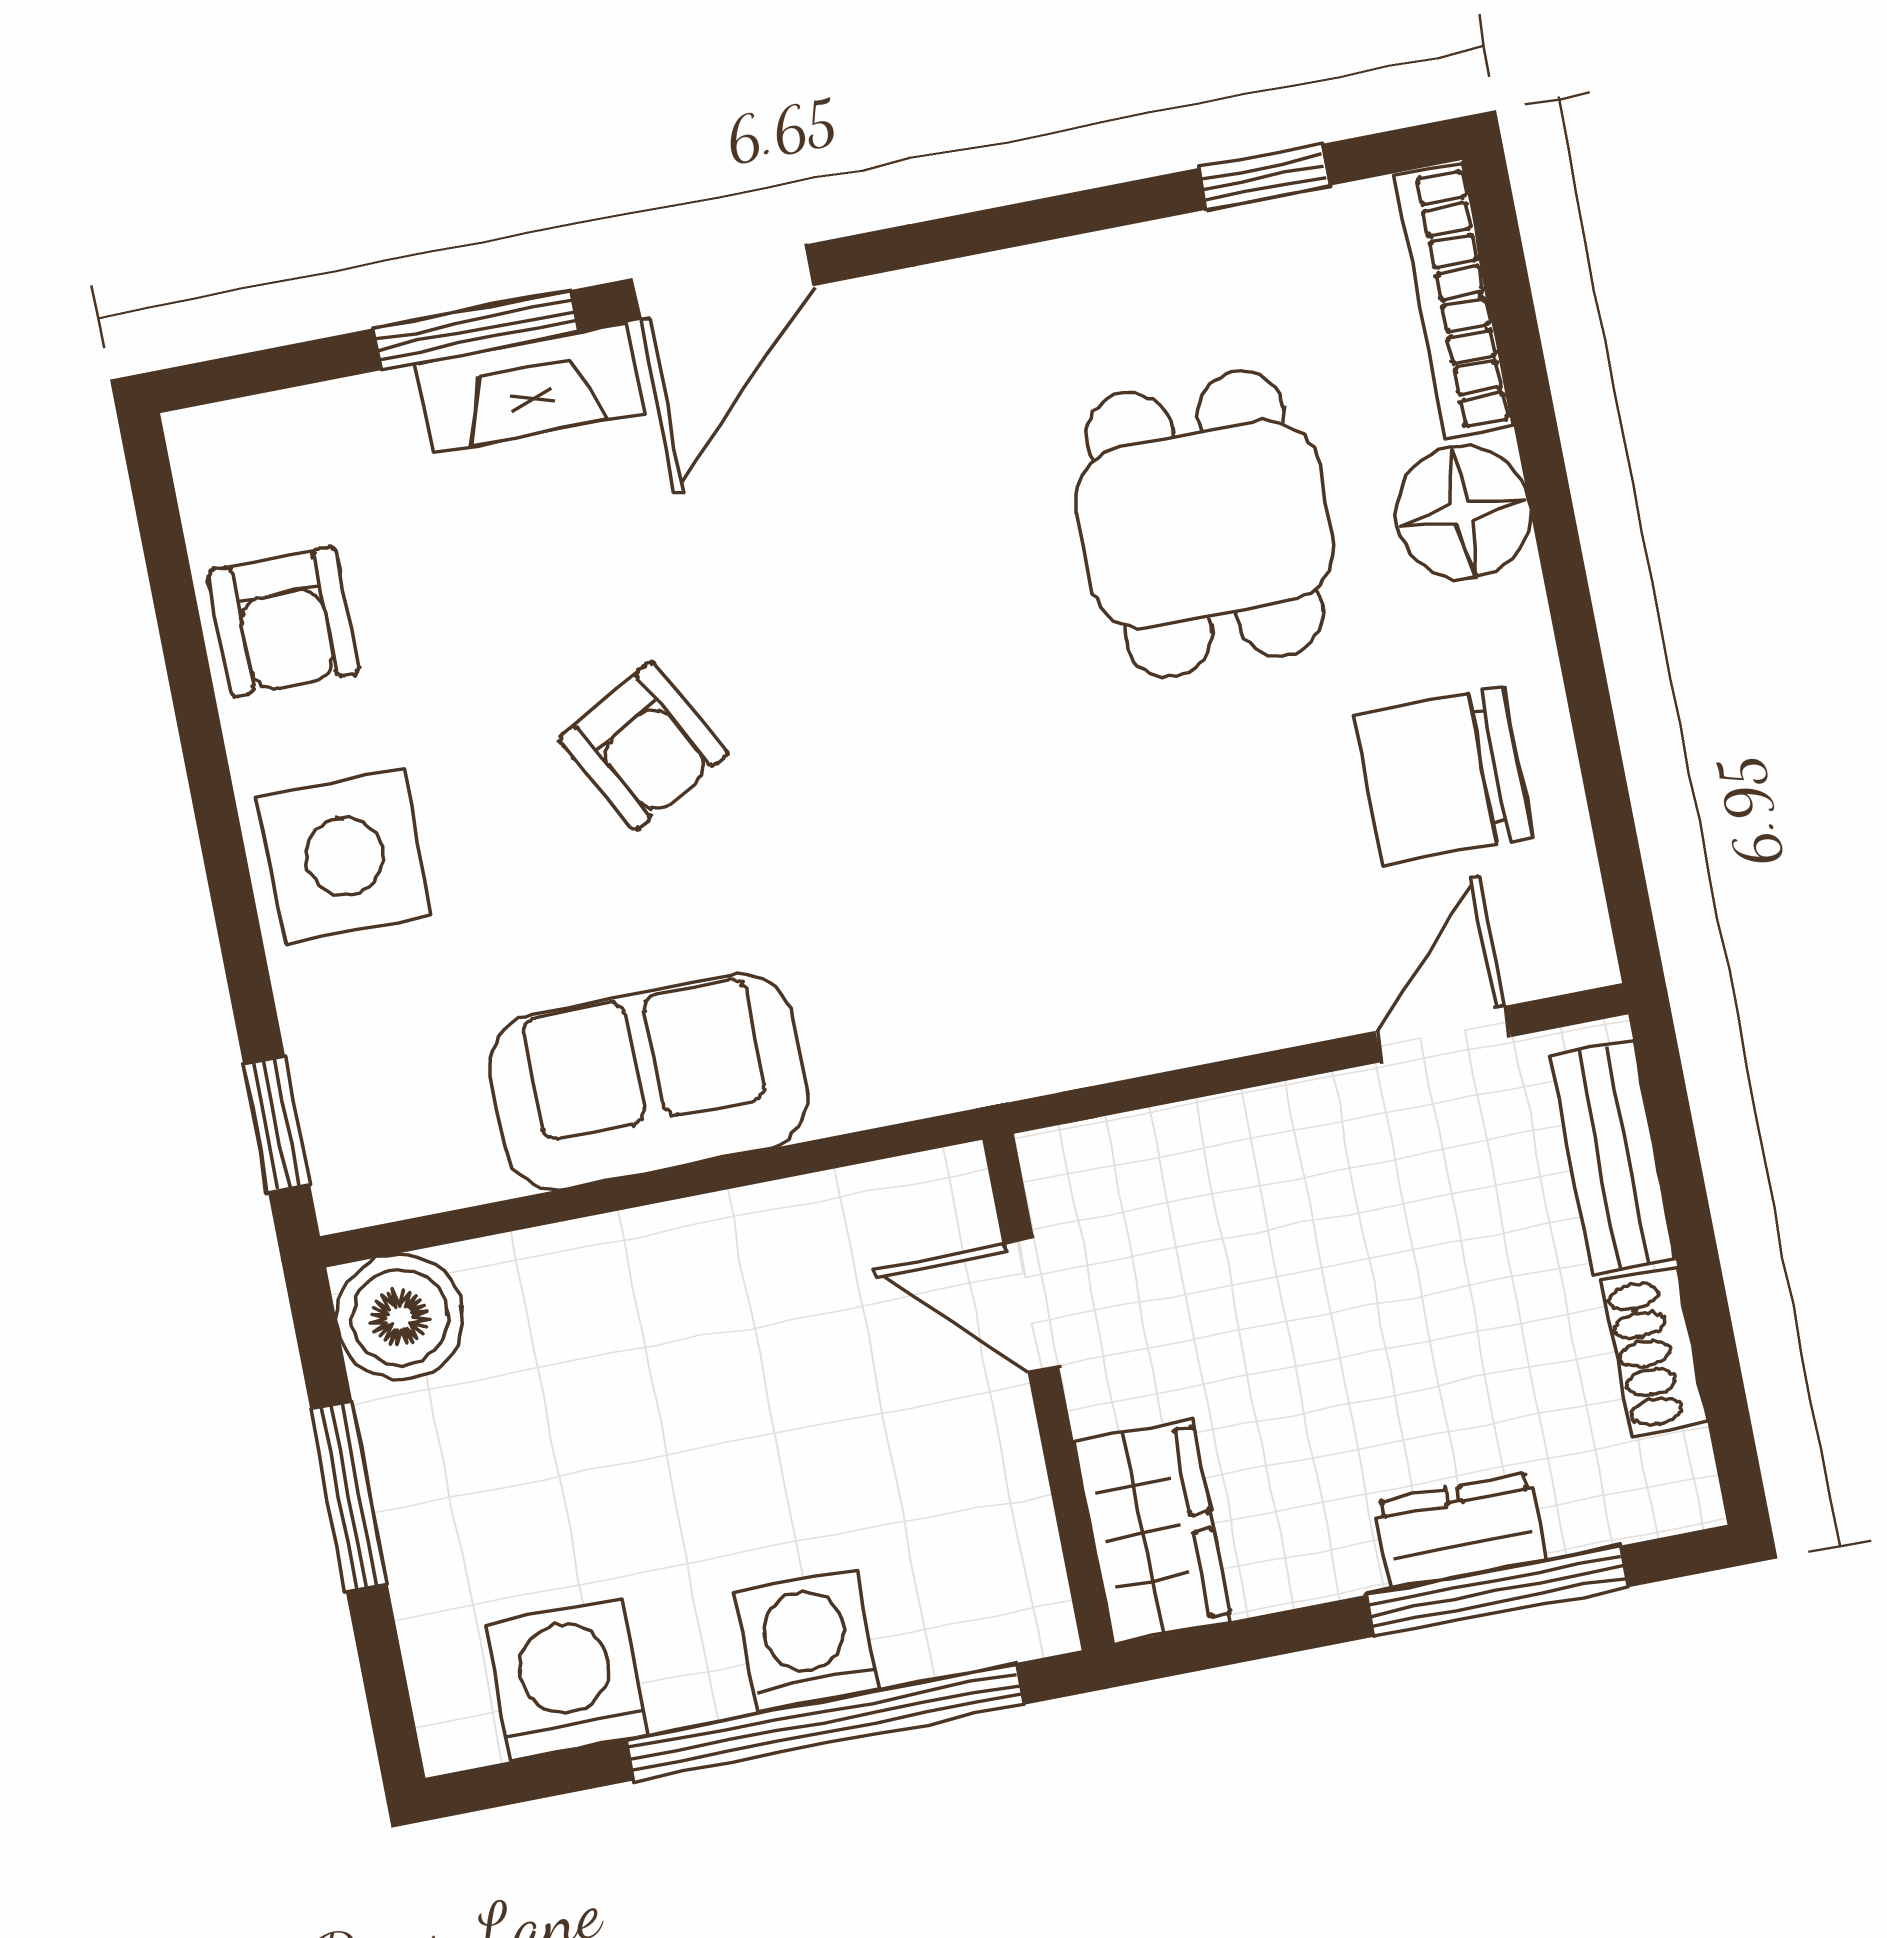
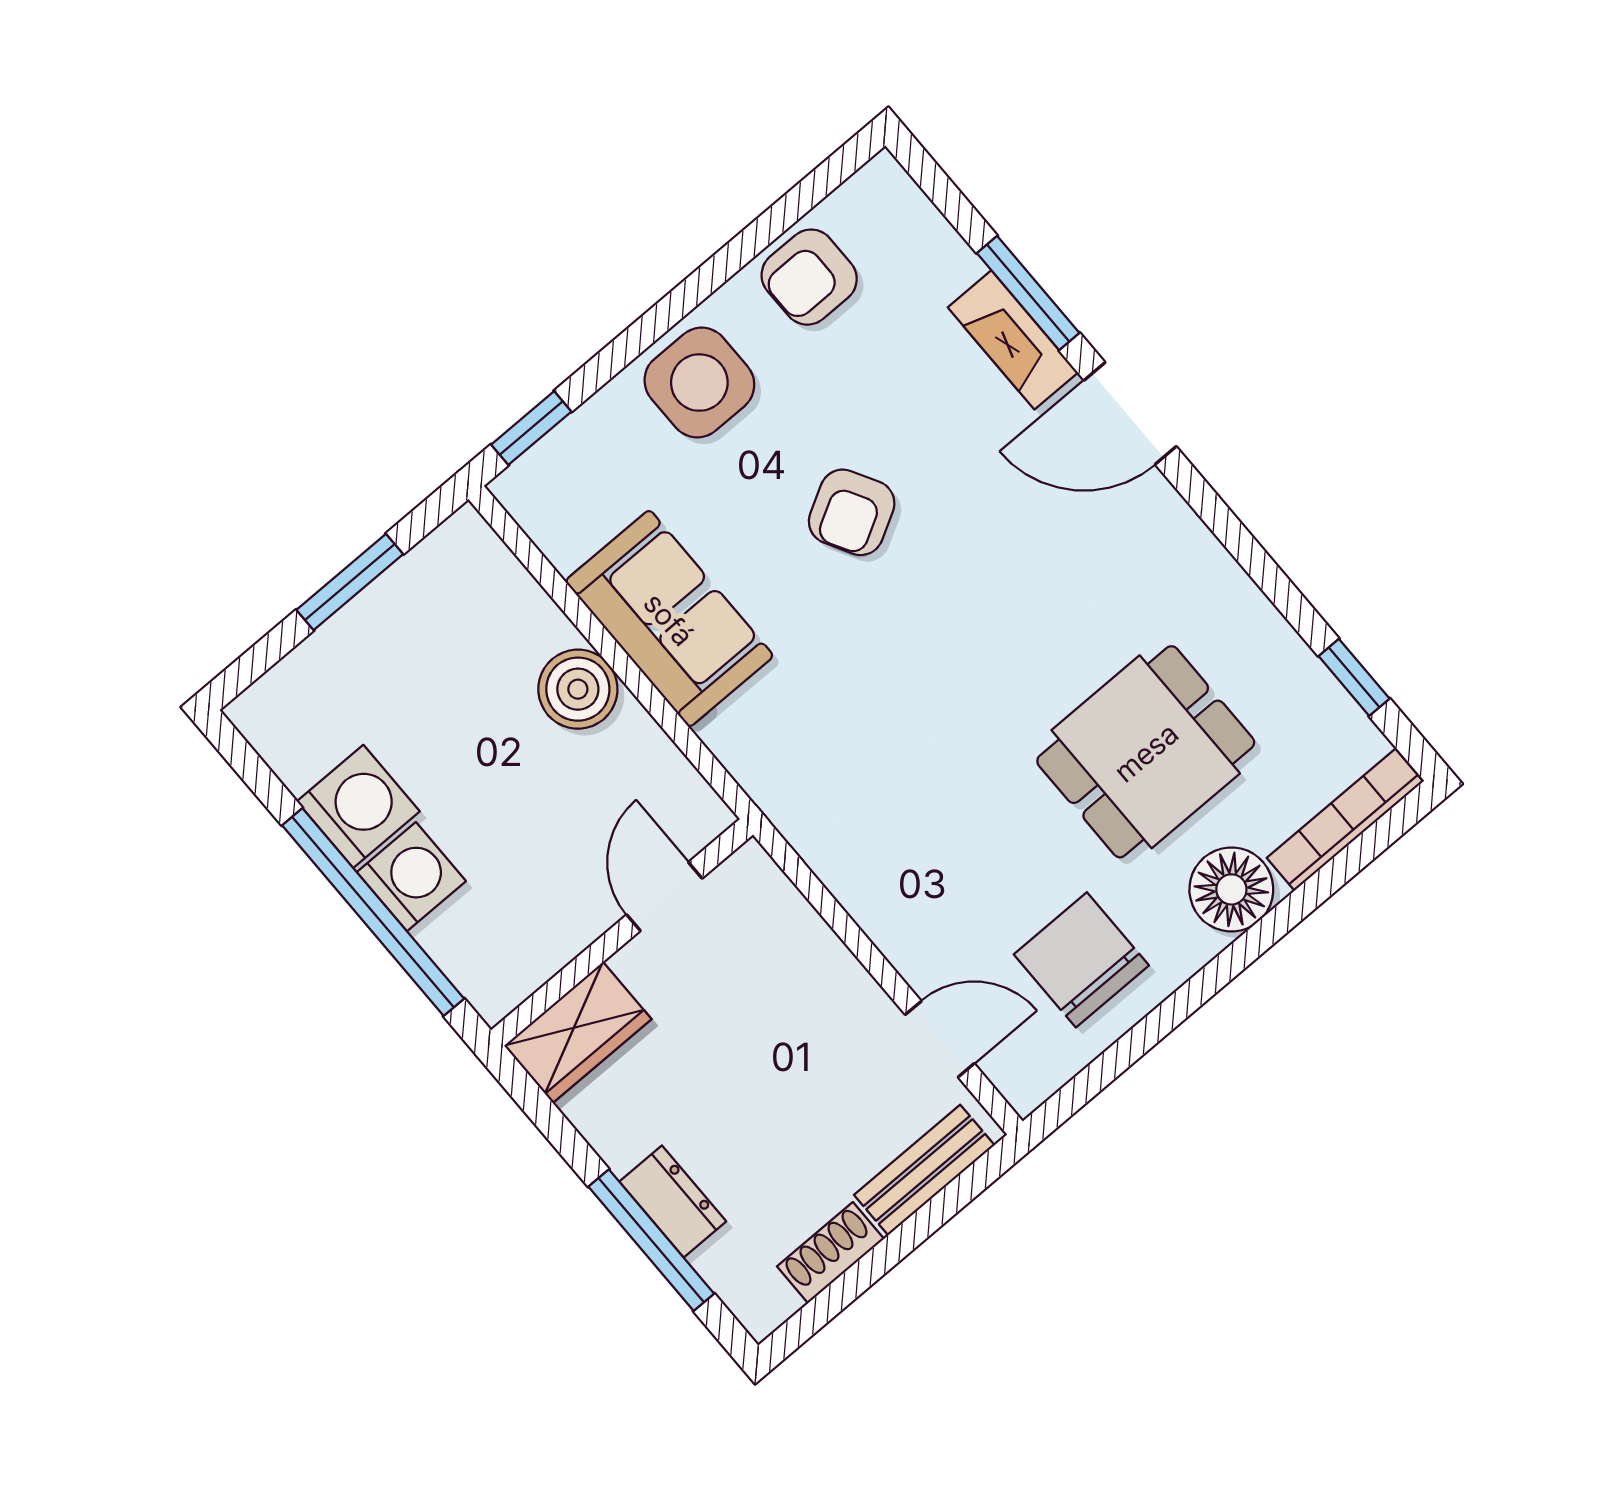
boiler: (400, 1317) -> (578, 689), moved
washing machine: (566, 1679) -> (358, 806), moved

